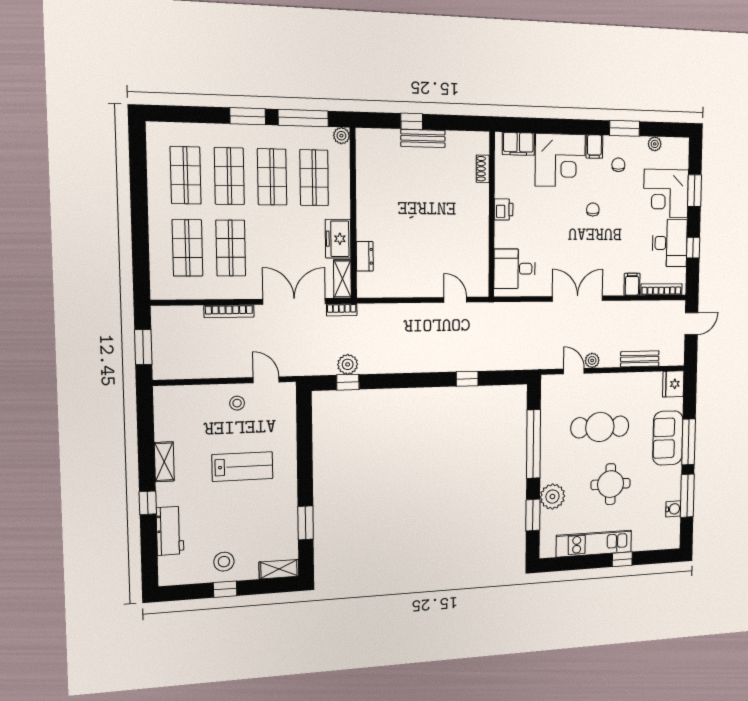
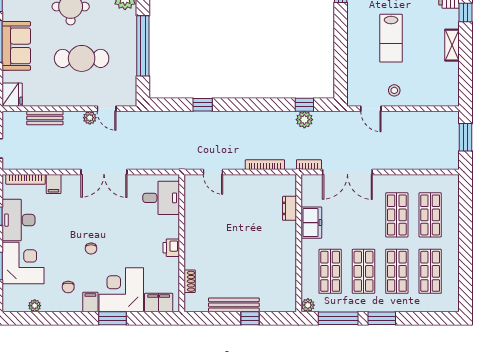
window: (624, 128) -> (112, 318), moved
bench: (423, 138) -> (234, 305), width x1.36
shelving: (342, 279) -> (308, 190), removed
bookcase: (229, 311) -> (265, 165), moved
lab bench: (242, 467) -> (391, 38), turned -90

